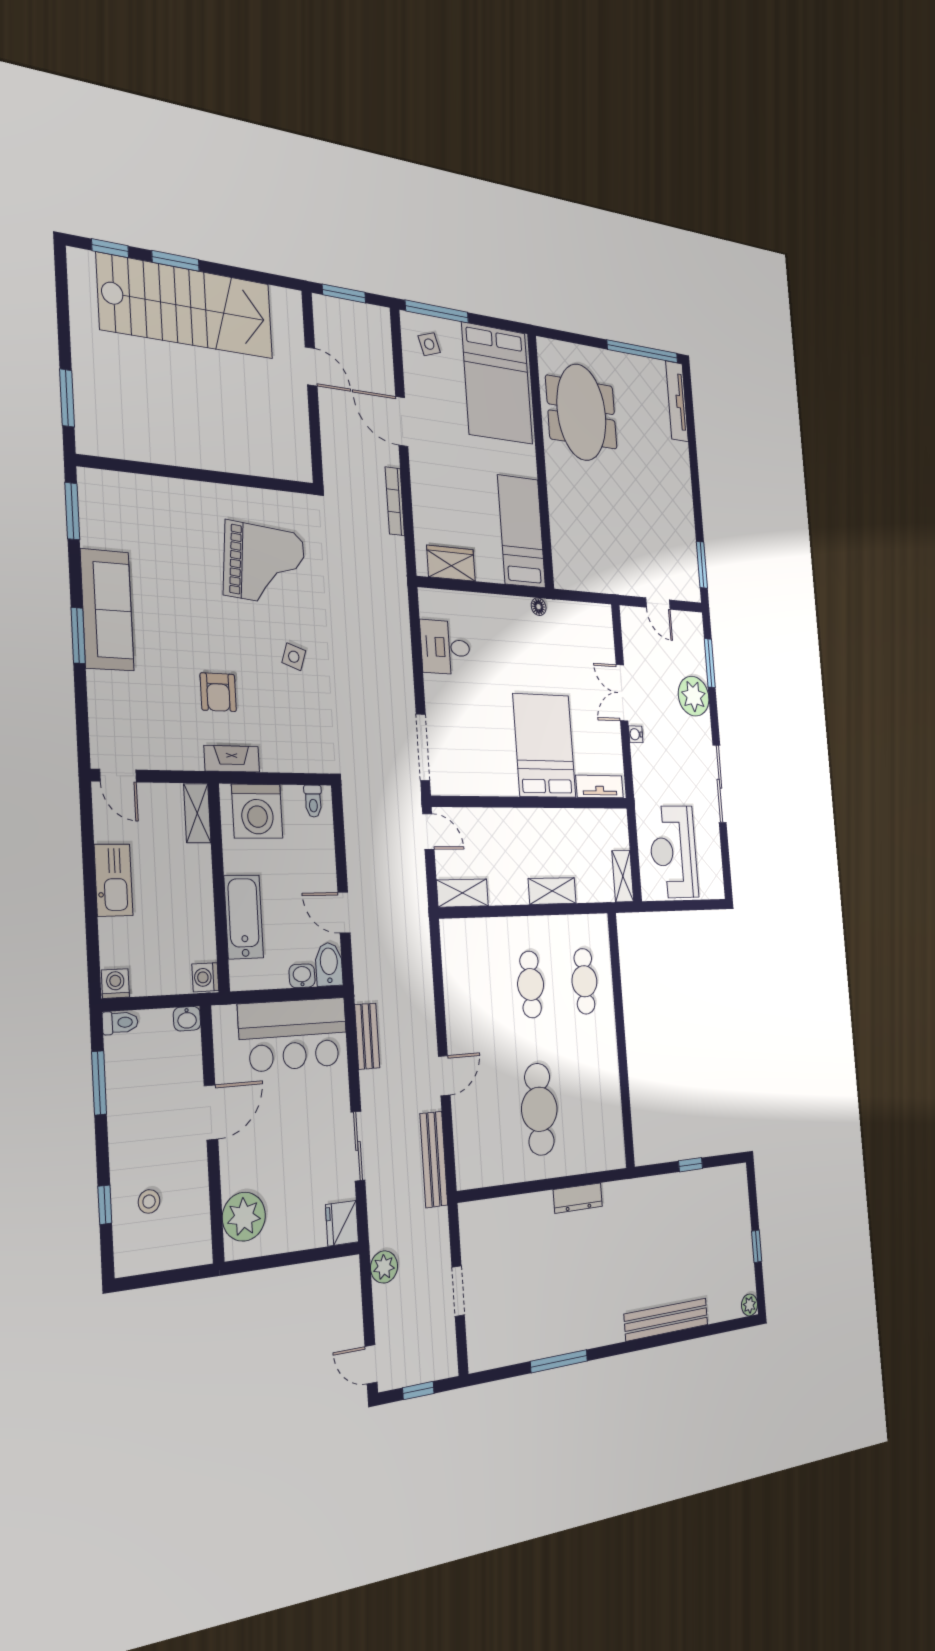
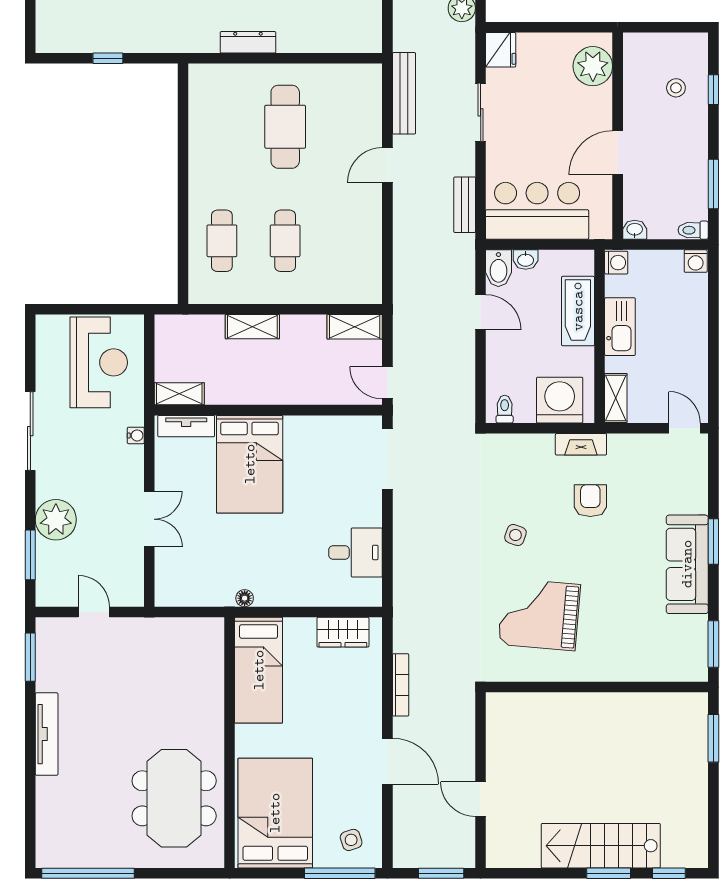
stairs: (186, 306) -> (601, 846), width x0.73, depth x0.66
tv unit: (677, 401) -> (47, 734), moved
water cooler: (636, 734) -> (136, 435), moved
shelving: (623, 876) -> (179, 394), moved, turned 90
kitchen sink: (114, 880) -> (620, 327), moved, turned 180

